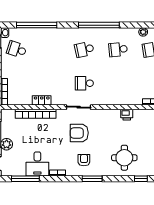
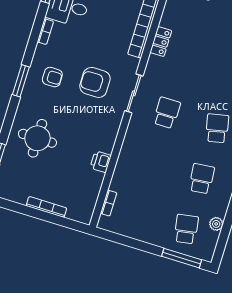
armchair: (79, 133) -> (95, 82), turned -90

